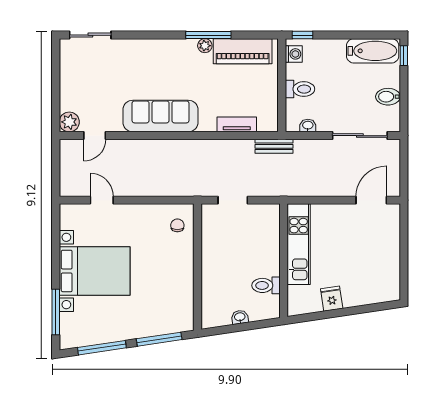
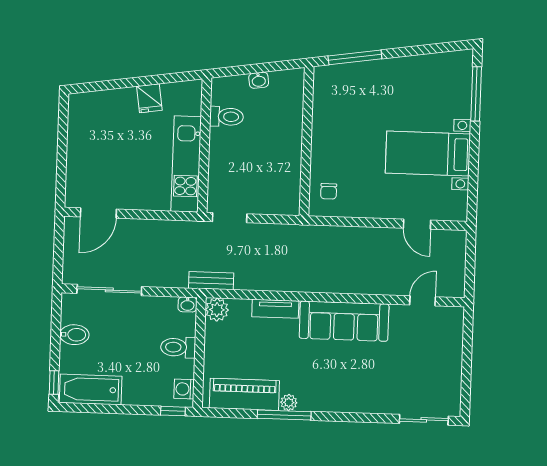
plant: (69, 122) -> (217, 310), moved
tv unit: (237, 124) -> (275, 309), moved
washbasin: (308, 126) -> (187, 304), moved
doorway: (233, 200) -> (230, 218), moved
bed with nightstands: (95, 271) -> (428, 153), width x0.73
window: (102, 348) -> (423, 50), removed

